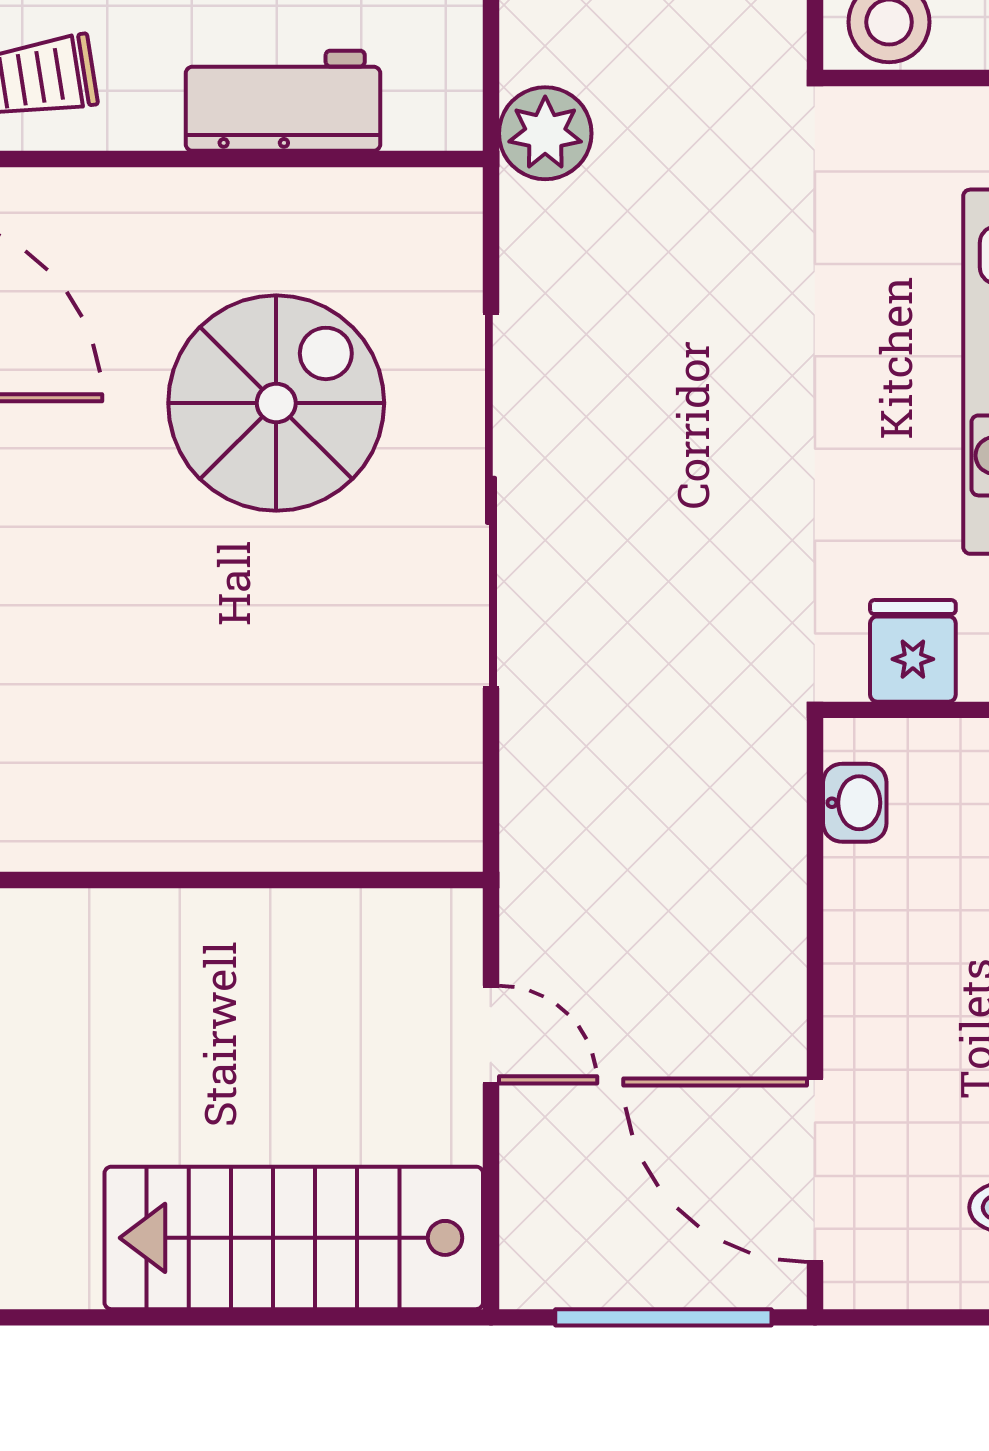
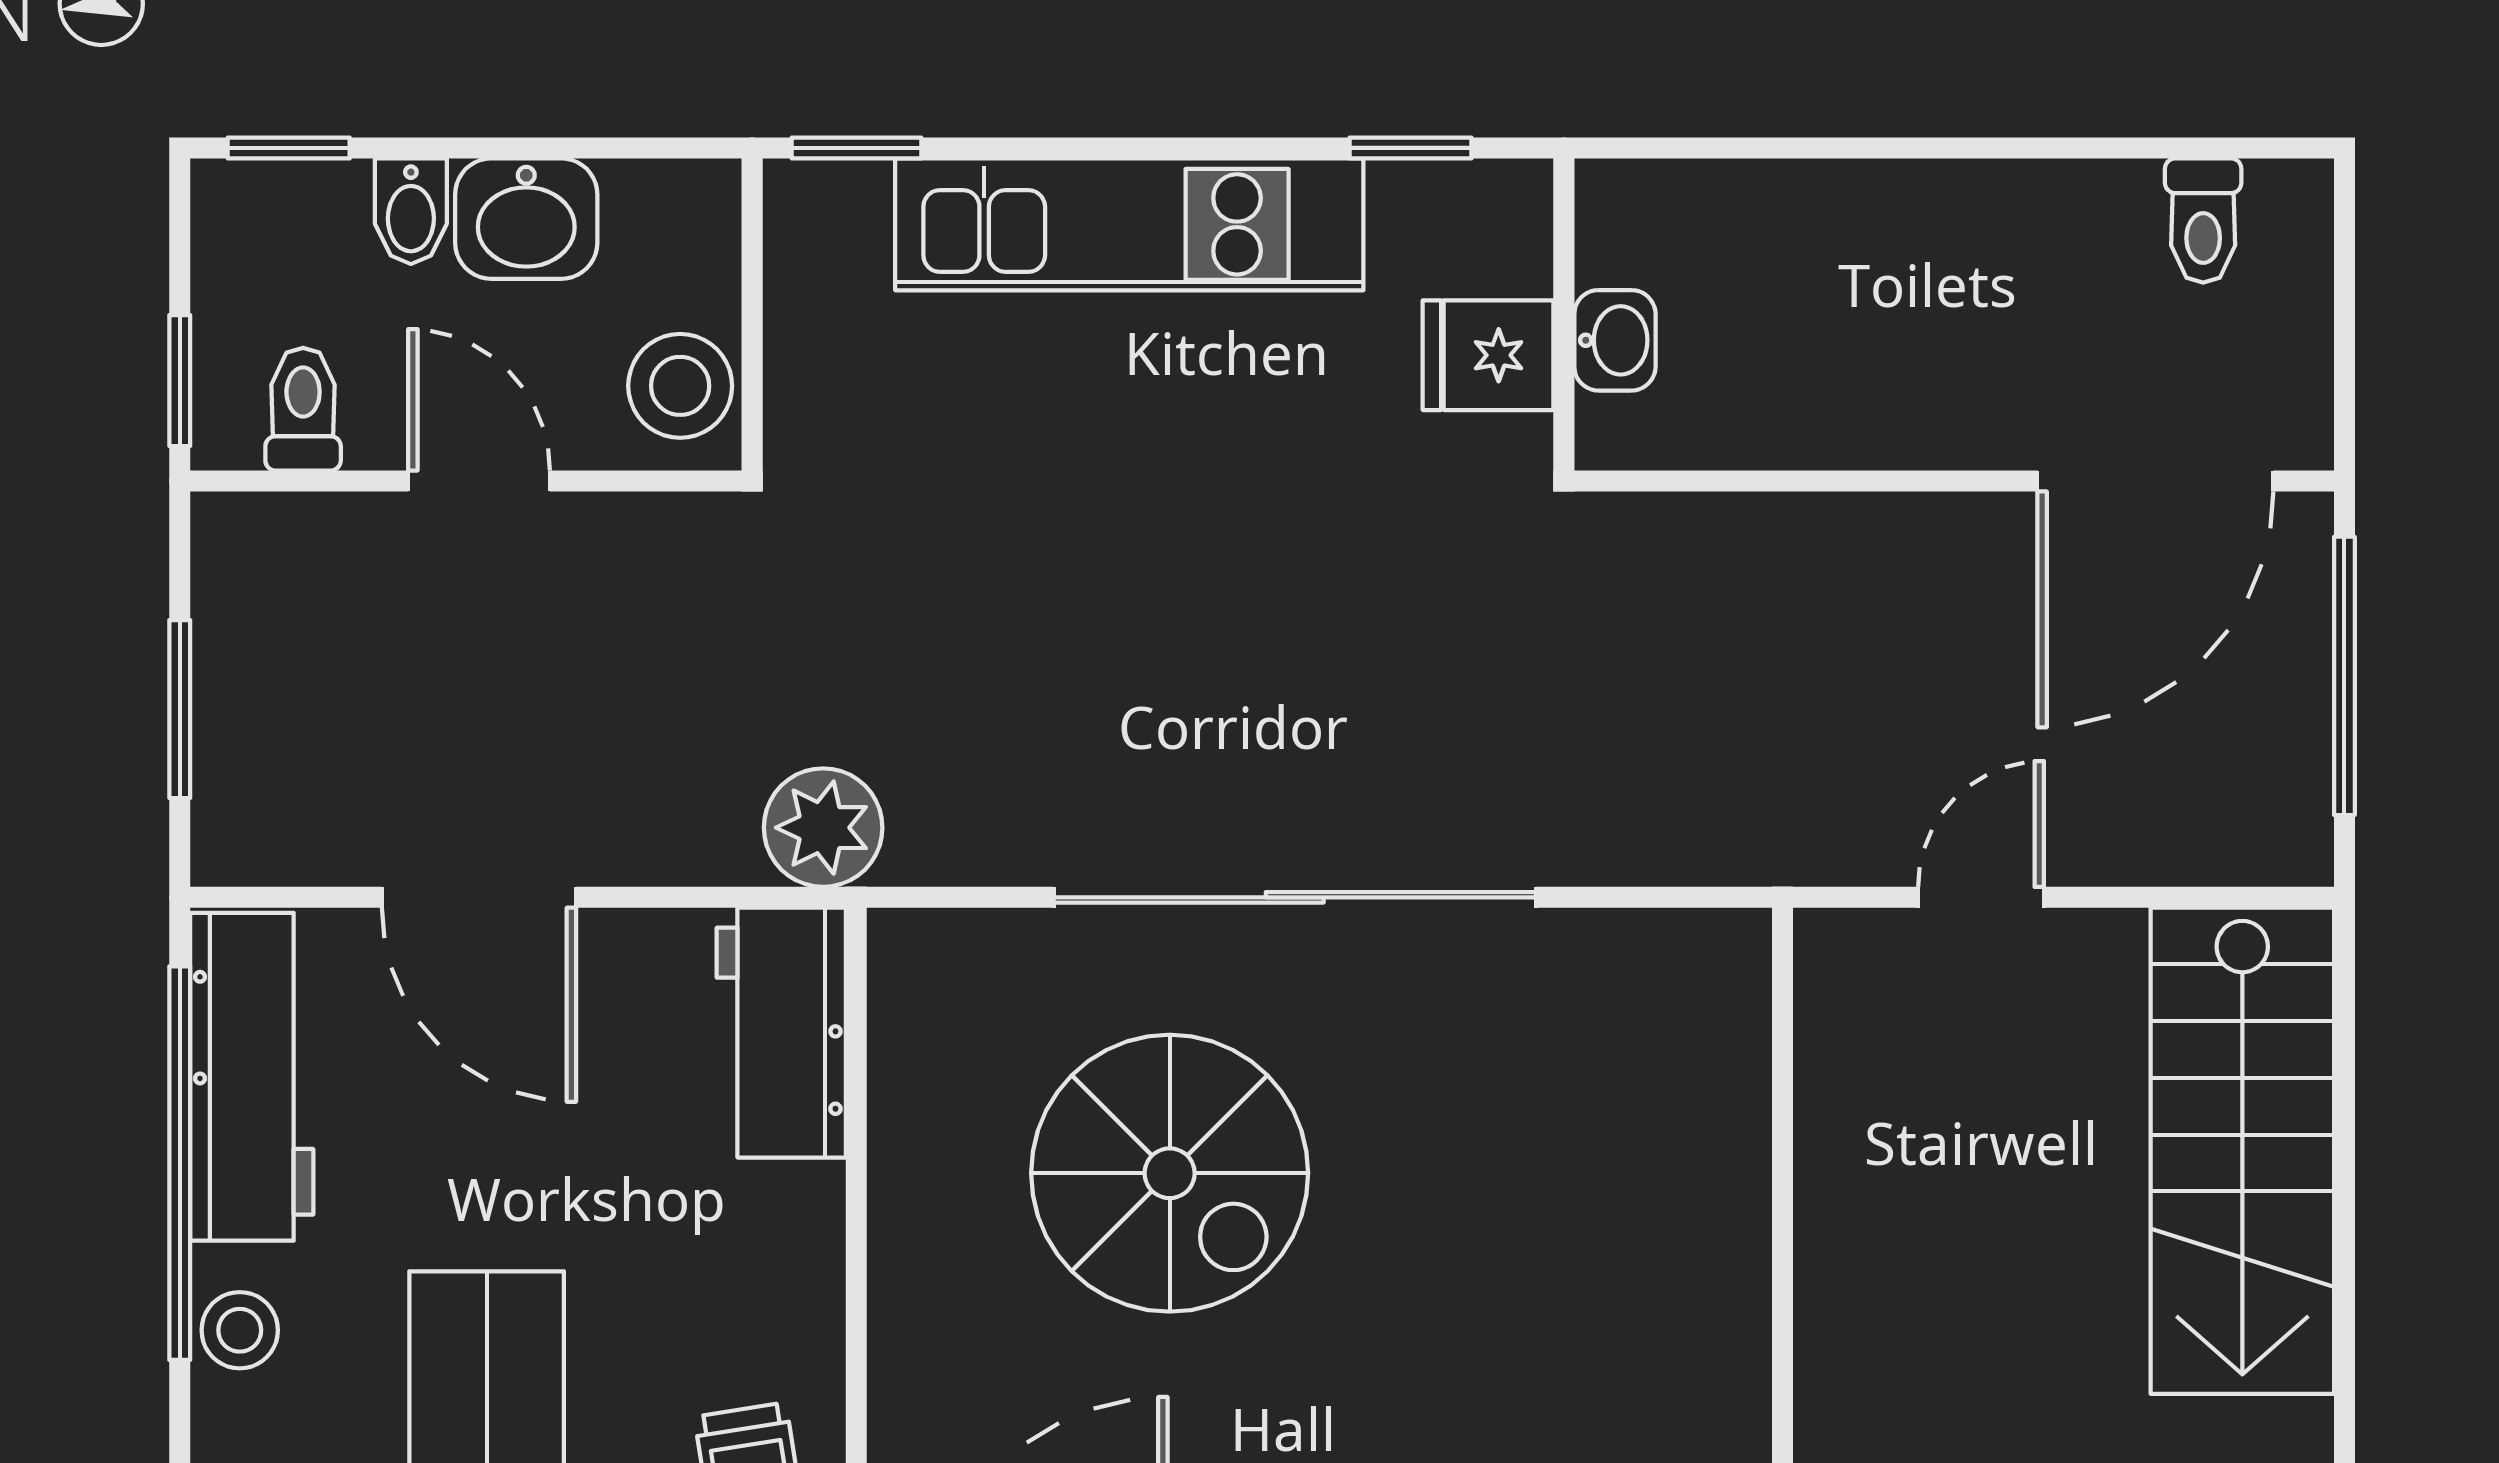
workbench: (283, 101) -> (781, 1033), moved
spiral stairs: (276, 403) -> (1170, 1173), turned 180
washbasin: (855, 803) -> (1615, 340), moved, turned 90

